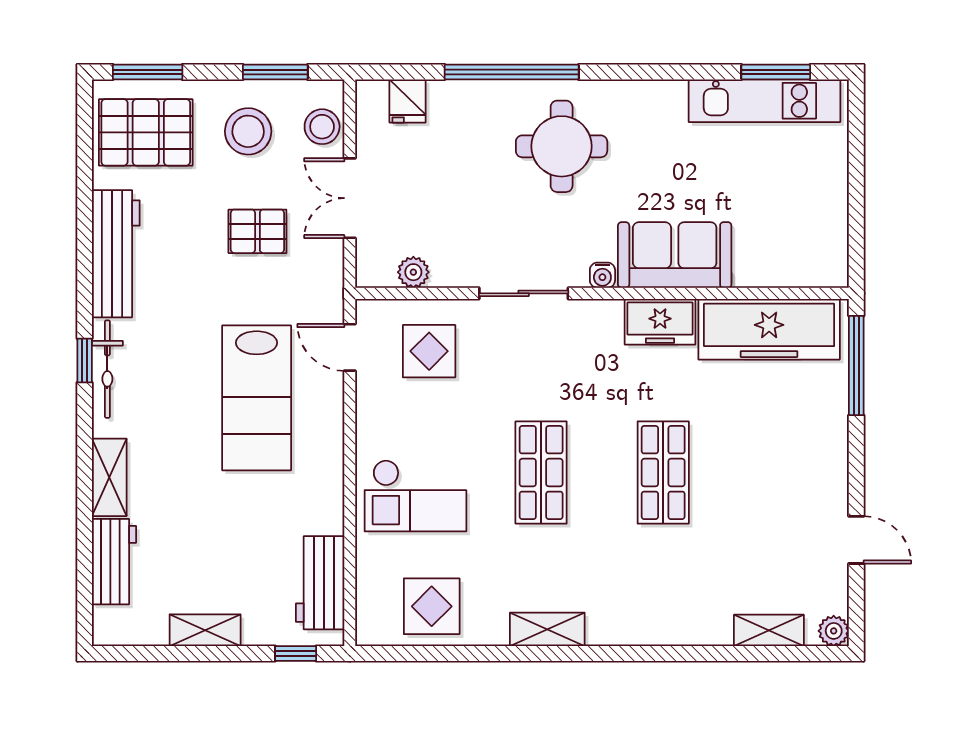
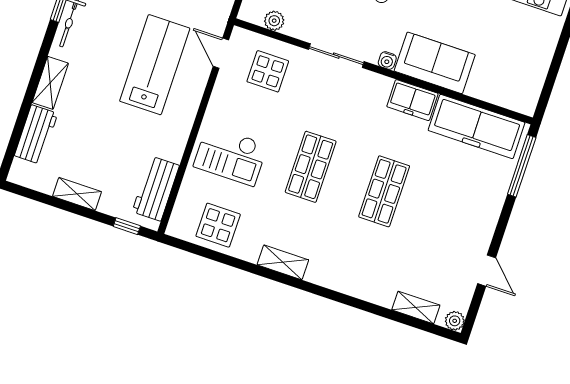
lab bench: (257, 398) -> (155, 65), turned 180

